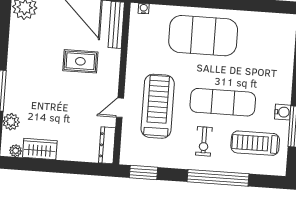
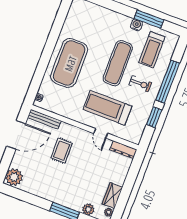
window: (143, 172) -> (154, 117), moved

